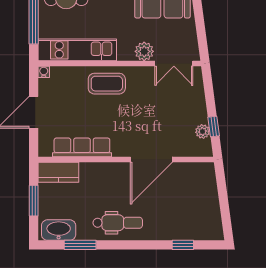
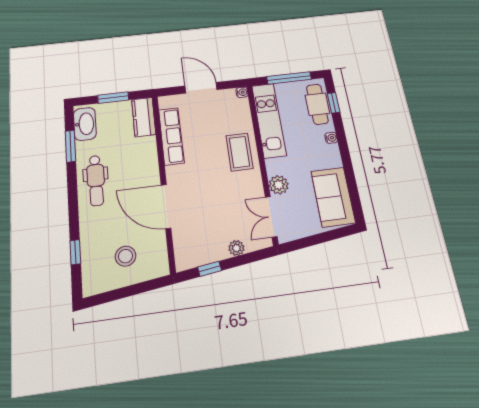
plant: (203, 132) -> (236, 248), moved
stool: (192, 200) -> (125, 256), added

